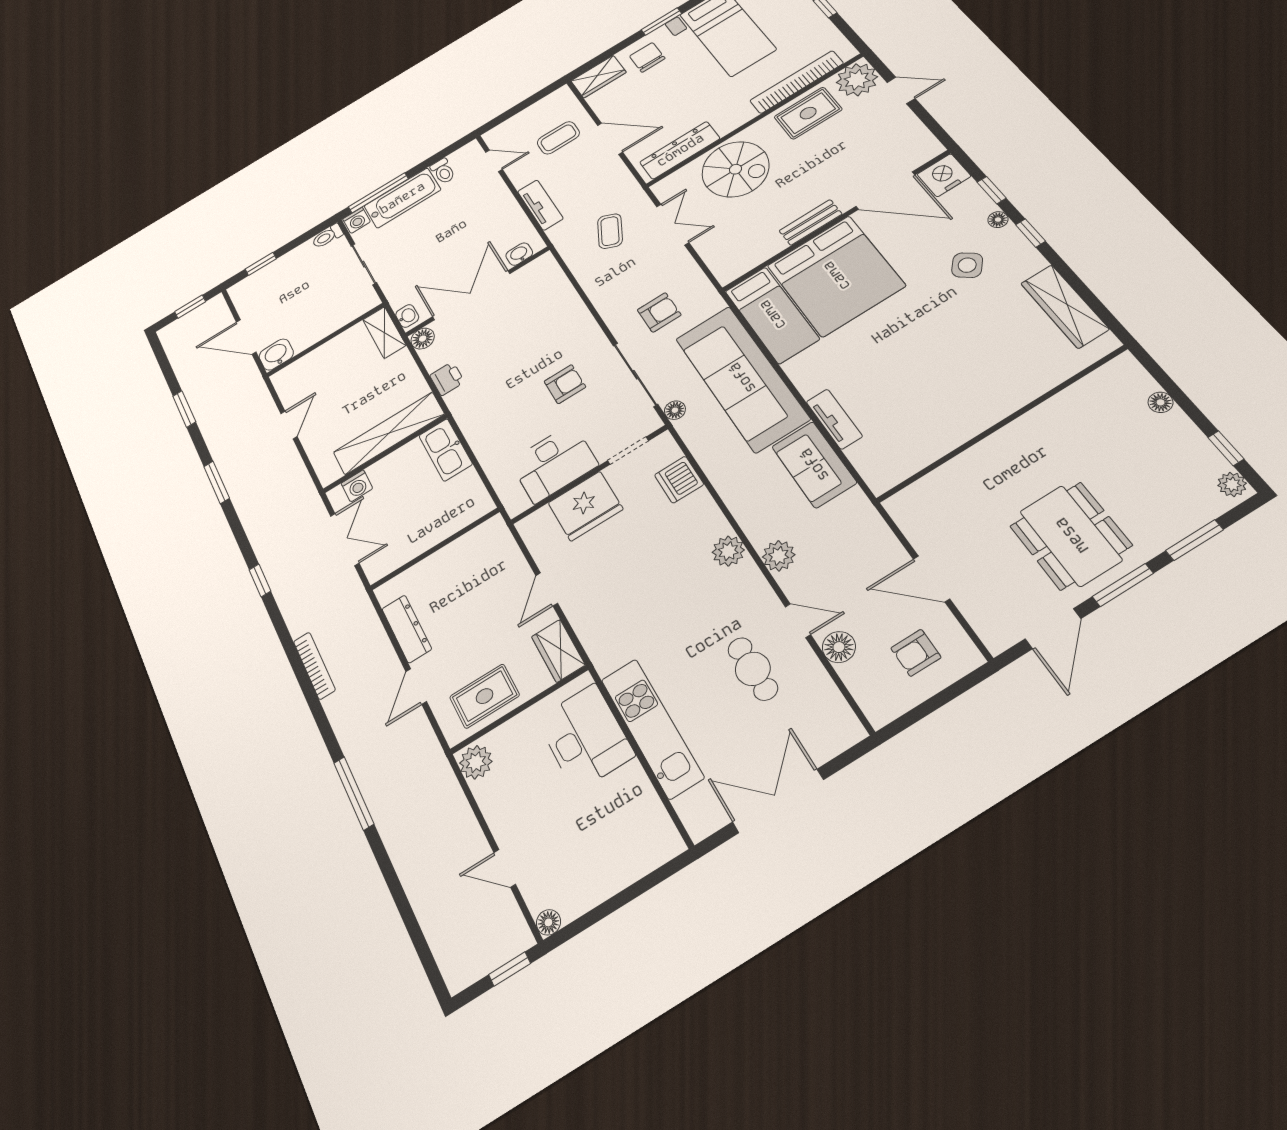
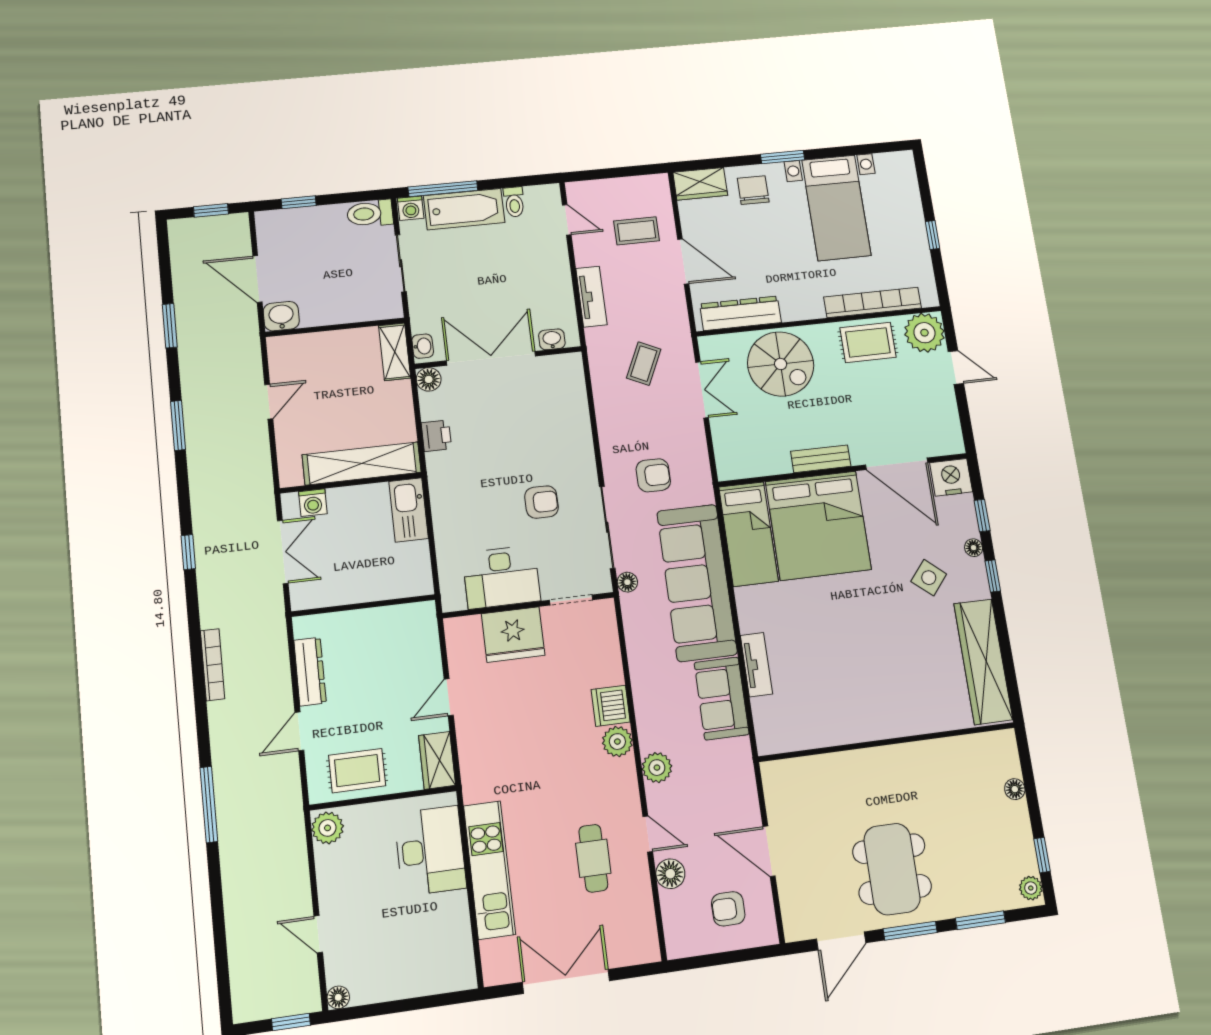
toilet: (327, 236) -> (370, 213), width x1.37, depth x1.39
wardrobe: (1065, 306) -> (983, 661), width x1.40, depth x1.17
dishwasher: (679, 480) -> (611, 706), moved

